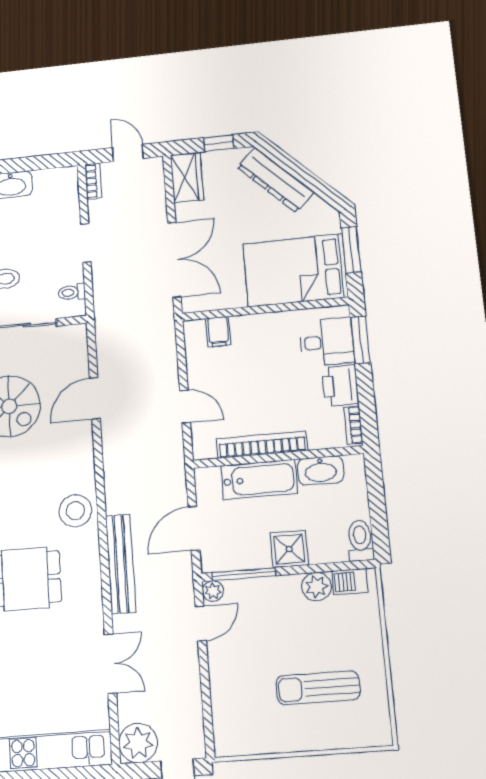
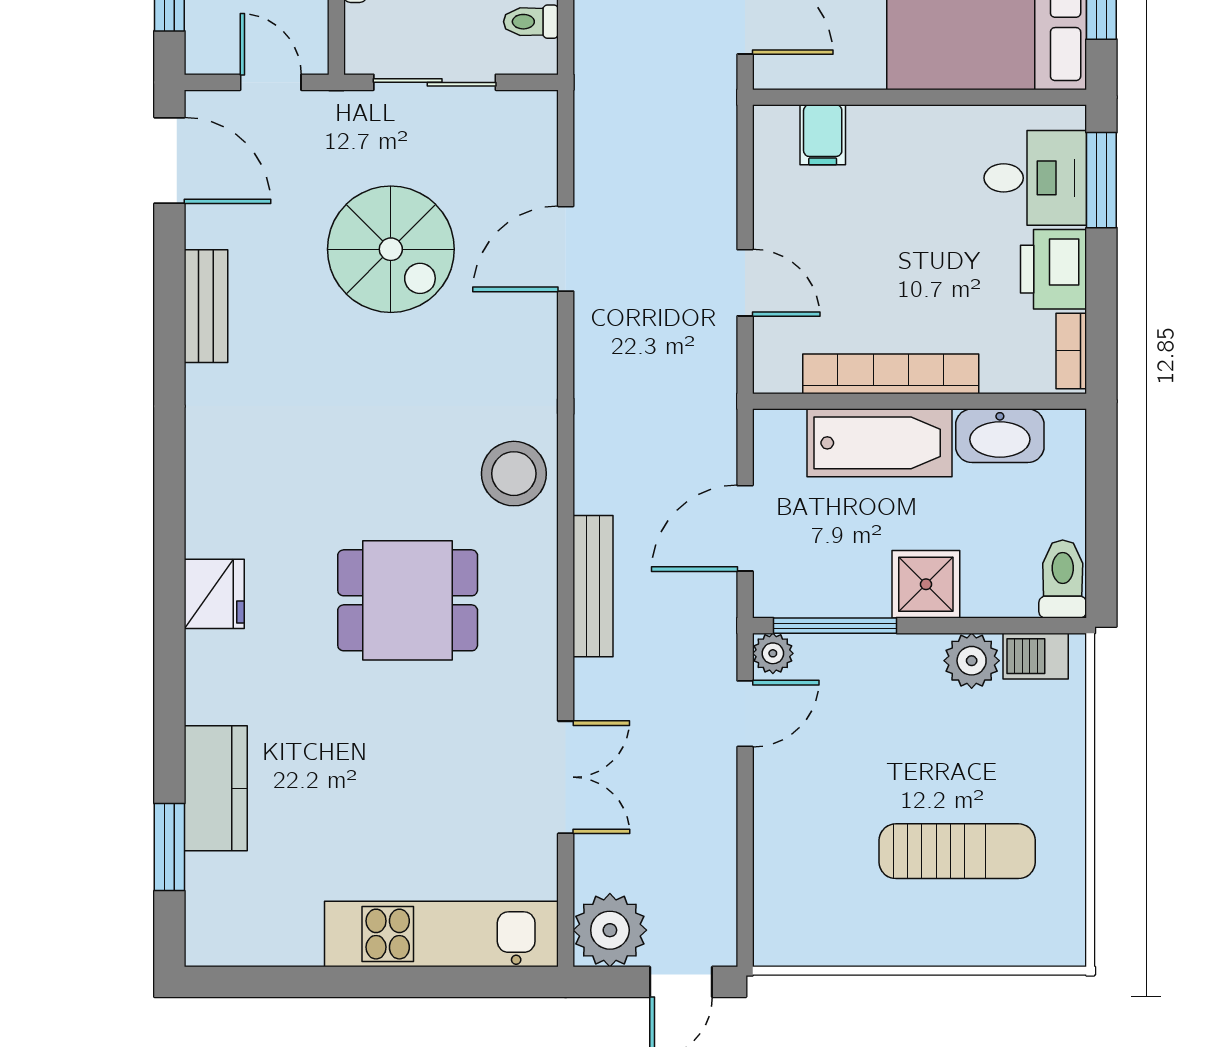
bench: (121, 564) -> (593, 586), width x0.73, depth x0.82
sun lounger: (318, 688) -> (957, 851), turned 180

